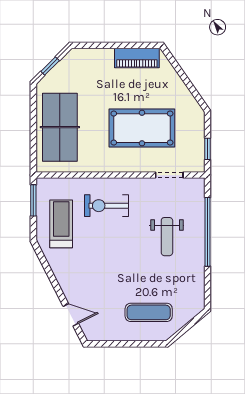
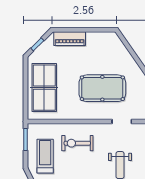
piano: (137, 58) -> (70, 39), moved

